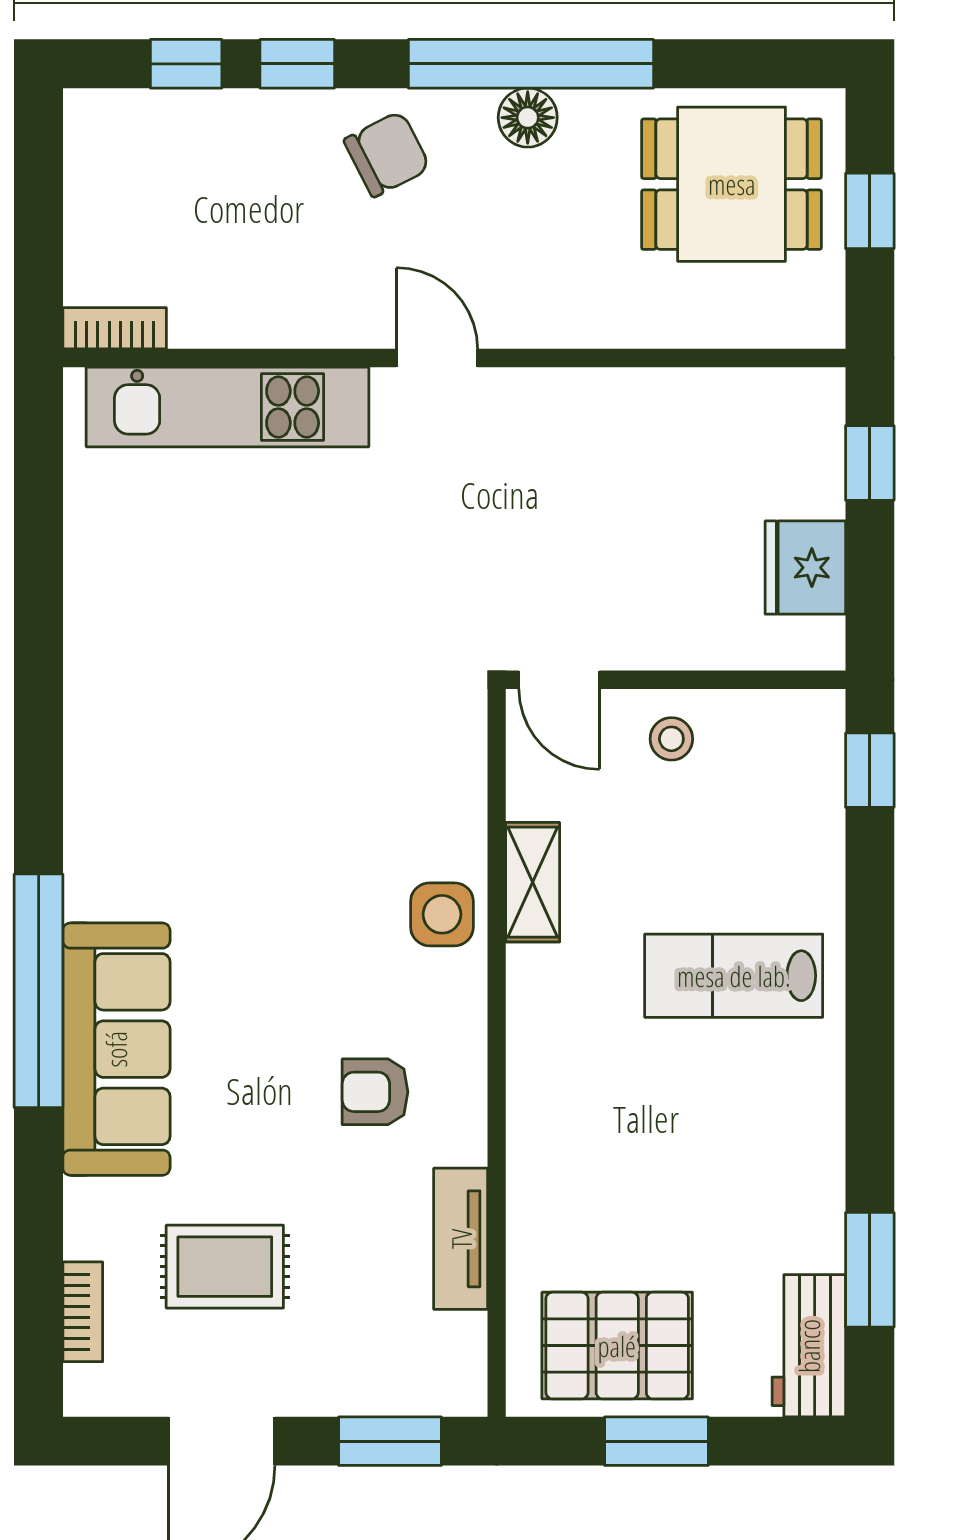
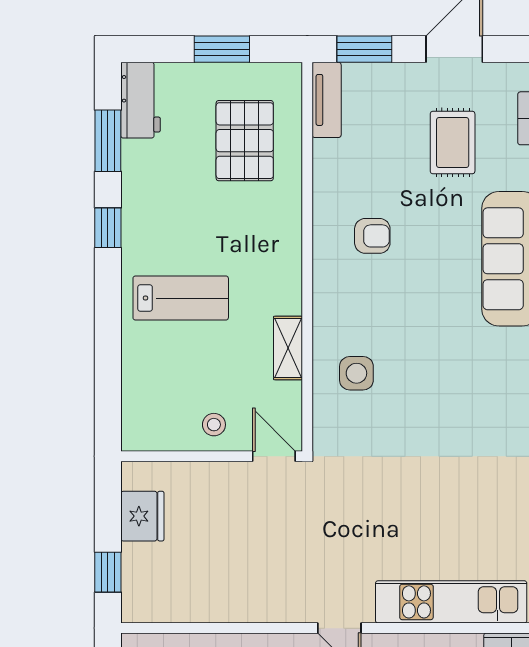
window: (870, 770) -> (108, 228), moved
side table: (442, 914) -> (356, 373), moved
tv unit: (461, 1239) -> (327, 100), moved
rug: (225, 1267) -> (453, 143), turned 90
pallet: (617, 1346) -> (245, 141), moved, turned 90

